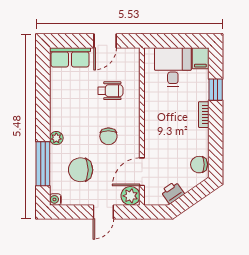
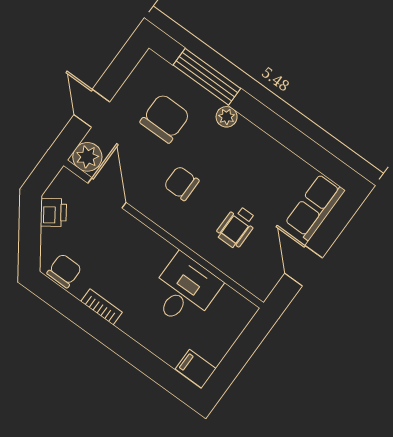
desk: (173, 67) -> (184, 290), moved, turned -90
window: (216, 90) -> (142, 359), removed
bookcase: (204, 115) -> (102, 307), moved
water cooler: (55, 199) -> (151, 60), removed

